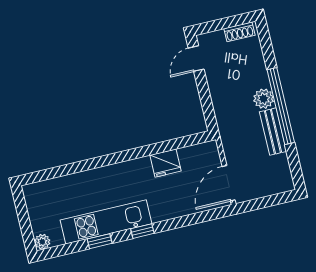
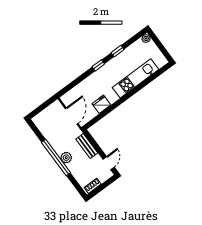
bench: (273, 132) -> (87, 146), moved
door: (229, 183) -> (72, 116), moved
kitchen unit: (106, 222) -> (135, 78), moved, turned 180

